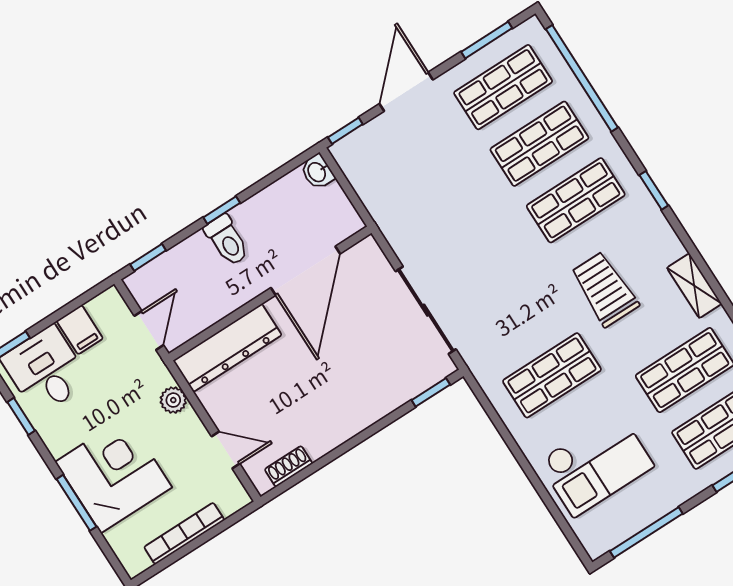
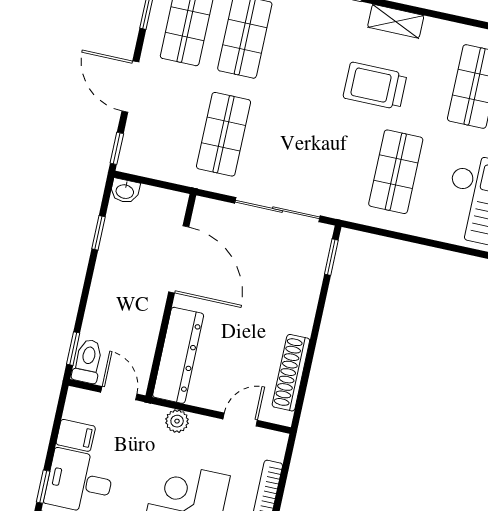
shop shelf: (576, 200) -> (224, 134), moved
window: (222, 210) -> (98, 233), moved
toilet: (227, 240) -> (88, 361), moved, turned -90
shelving: (694, 286) -> (396, 21), moved
shoe rack: (289, 466) -> (291, 373), width x1.94, depth x1.24

